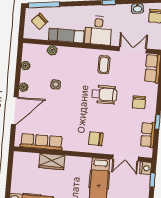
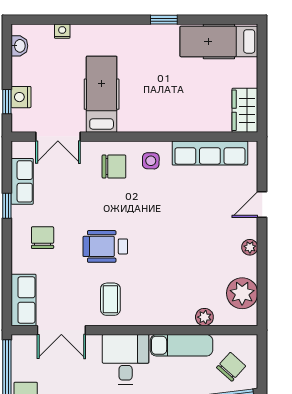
plant: (26, 66) -> (242, 293), width x1.88, depth x1.88
side table: (56, 84) -> (151, 161), moved
door: (15, 111) -> (262, 204), width x0.53
double door: (126, 158) -> (58, 137), swing flipped
wardrobe: (52, 161) -> (245, 110), moved, turned -90
nightstand: (146, 168) -> (21, 97), moved

